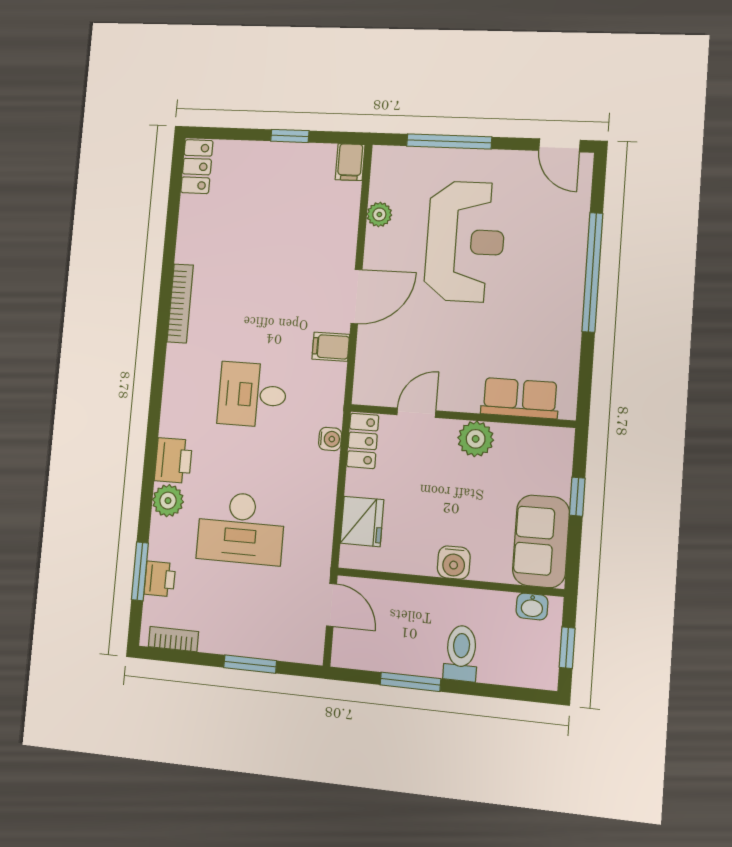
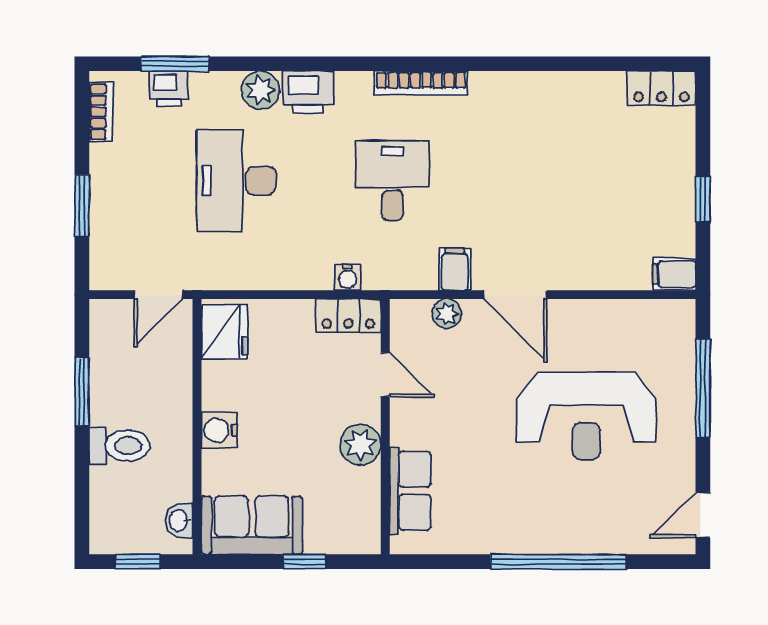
plant: (379, 214) -> (447, 314), moved
bookcase: (180, 303) -> (421, 83), moved
fridge: (362, 521) -> (225, 332), moved, turned -90

